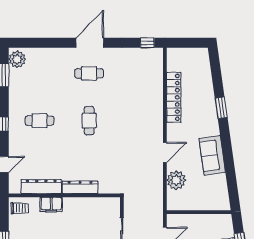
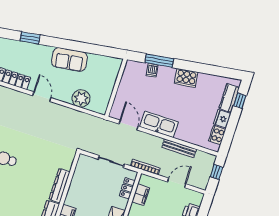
door: (165, 152) -> (42, 97), moved

